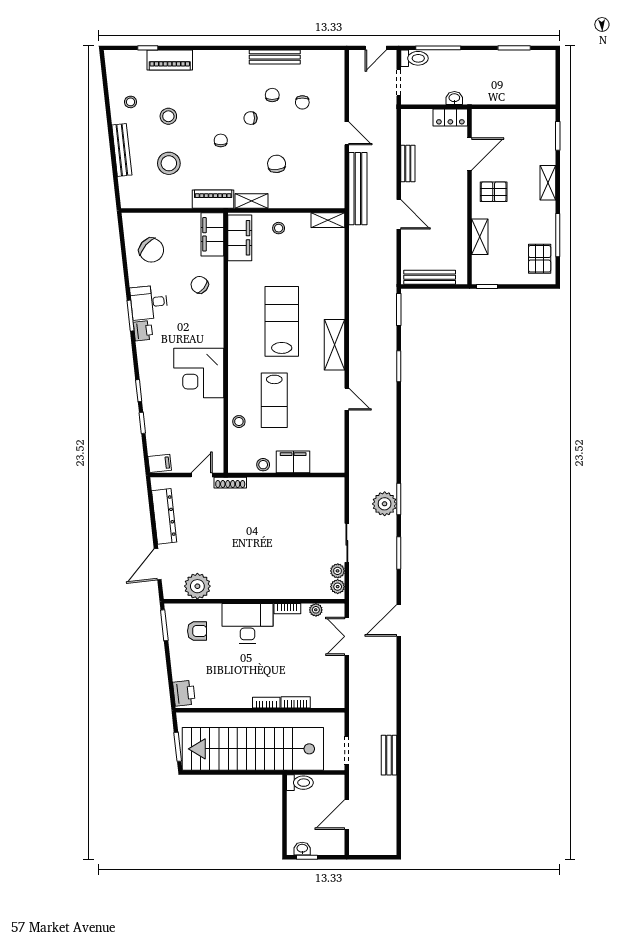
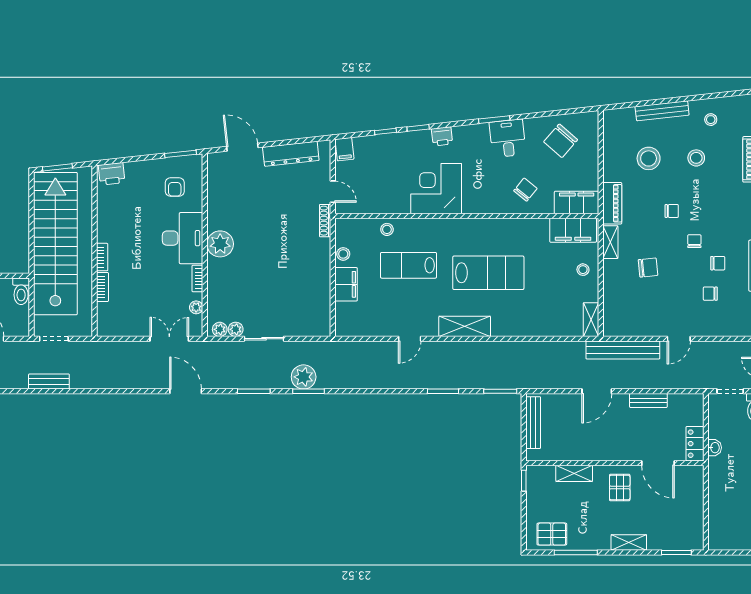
printer: (143, 331) -> (442, 136), moved
plant: (197, 586) -> (220, 244), moved

